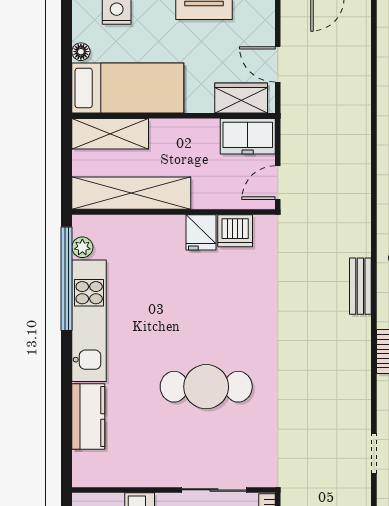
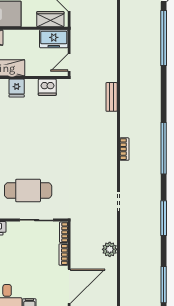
fridge: (201, 232) -> (17, 88), moved
bench: (360, 286) -> (112, 97), moved
cafe table: (206, 387) -> (28, 191), moved

